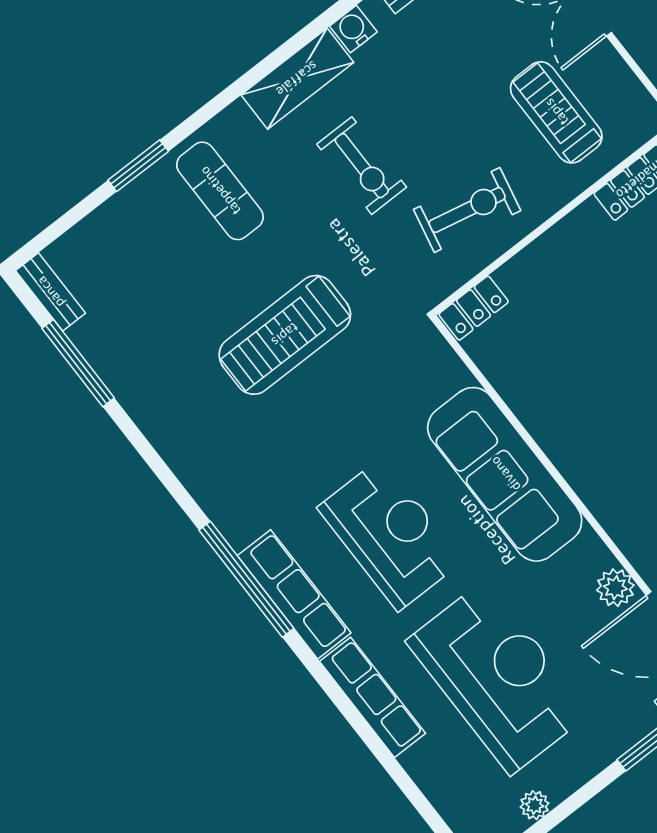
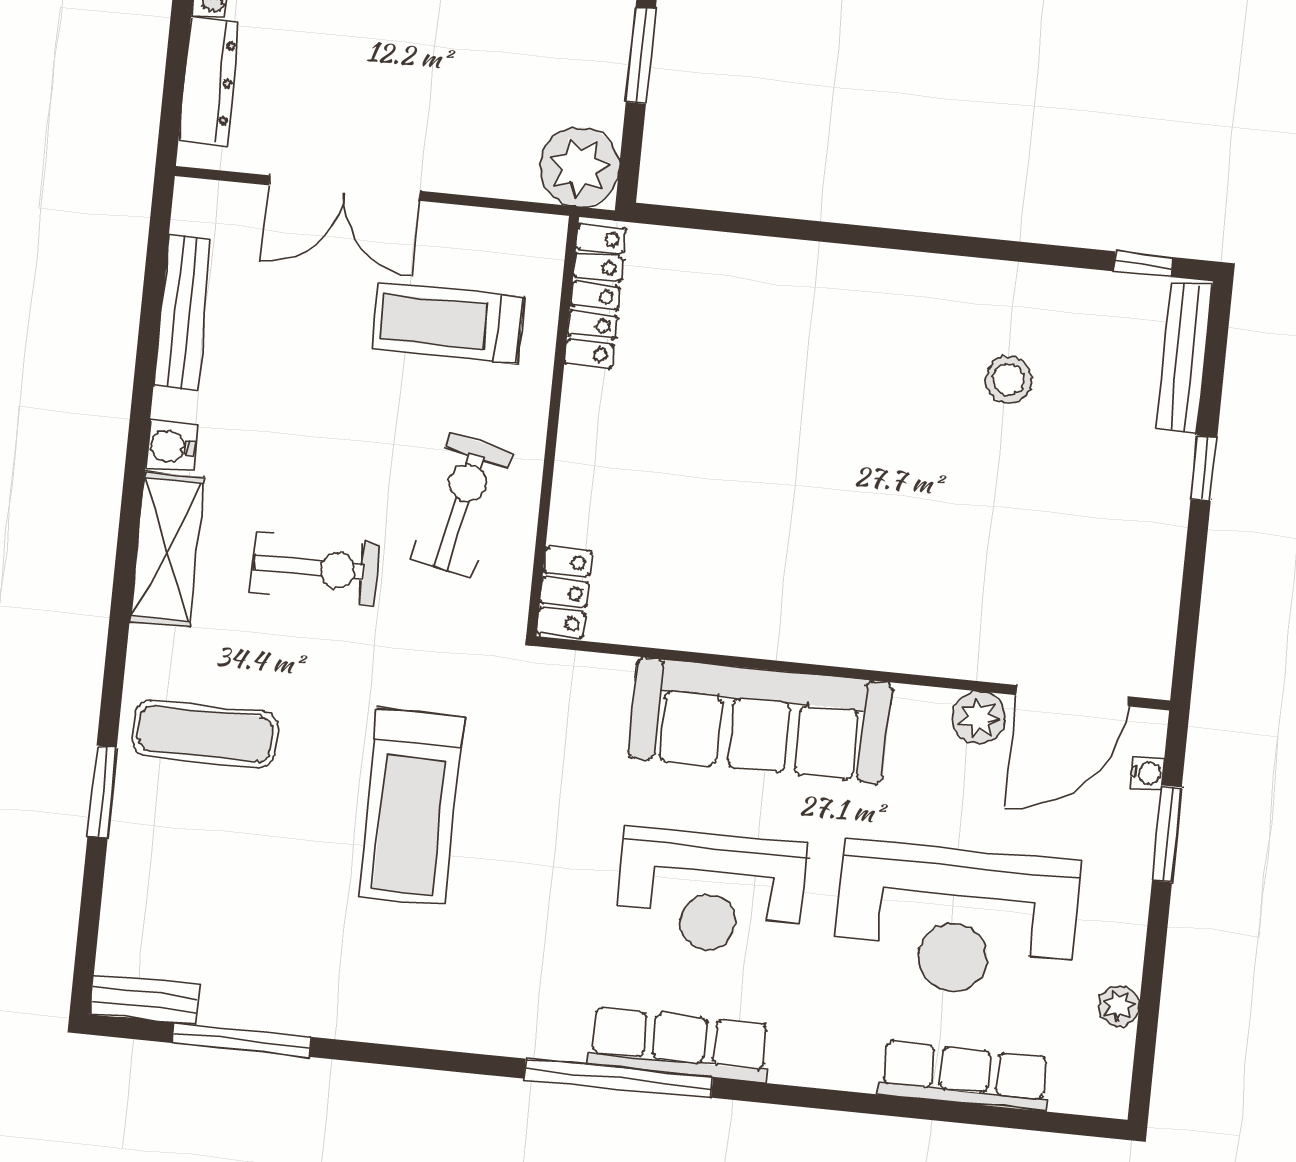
reception desk: (390, 534) -> (711, 892), turned 180
reception desk: (498, 677) -> (957, 920), turned 180
row of seats: (373, 697) -> (964, 1076), moved

